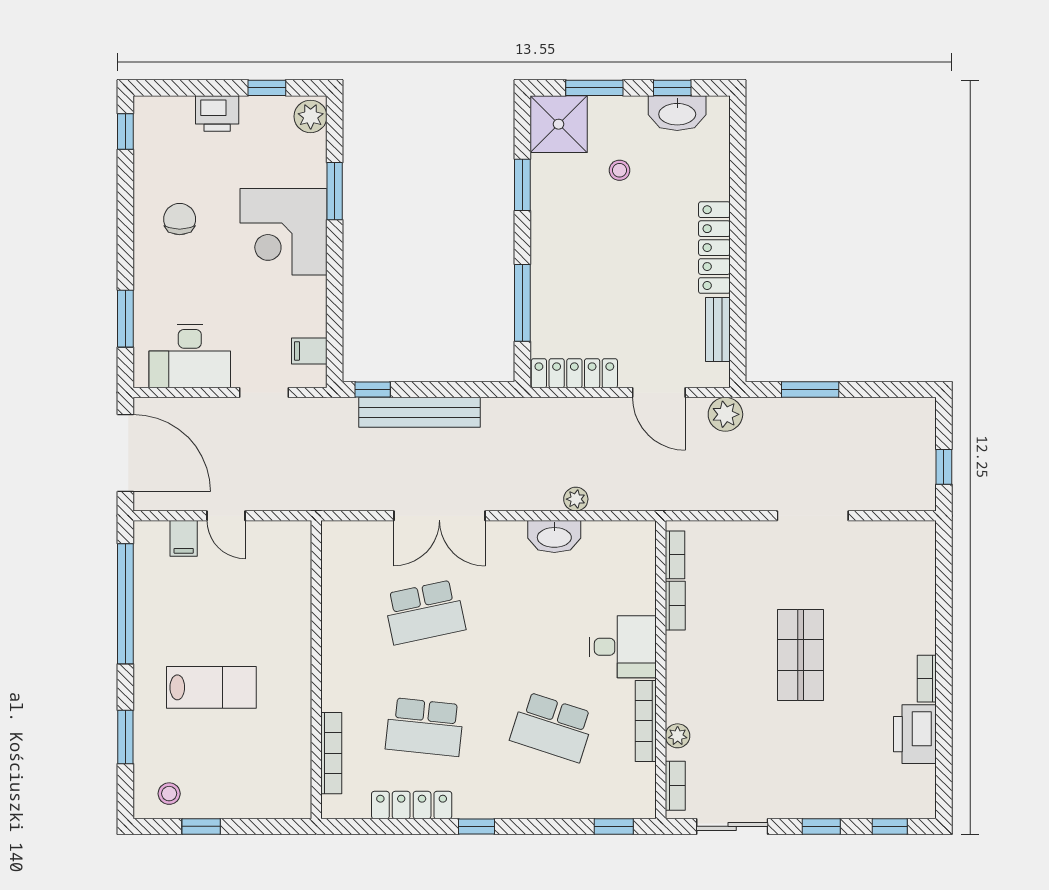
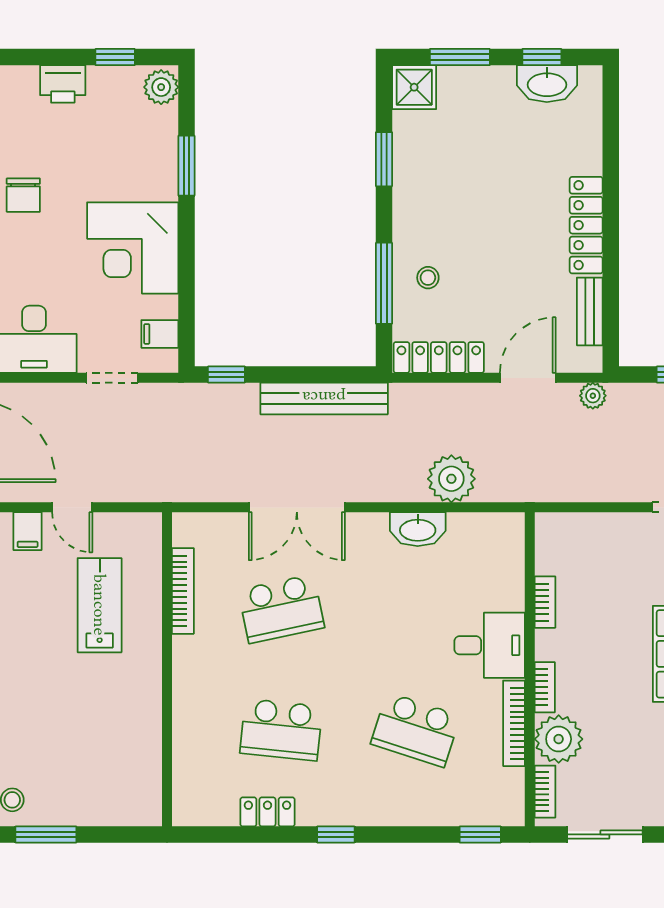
shower: (559, 124) -> (414, 87), width x0.73, depth x0.73
stool: (620, 170) -> (428, 278), moved
chair: (180, 219) -> (23, 195), turned 180
corner desk: (284, 232) -> (133, 248), moved
door: (659, 393) -> (528, 378), swing flipped
bench: (420, 412) -> (324, 398), moved
plant: (725, 414) -> (593, 396), width x0.73, depth x0.73
plant: (576, 499) -> (451, 479), width x1.87, depth x1.87
bookcase: (675, 555) -> (545, 687), moved
lab bench: (211, 687) -> (100, 605), moved, turned -90
plant: (678, 736) -> (559, 739), width x1.87, depth x1.87
bookcase: (331, 753) -> (183, 591), moved
locker: (412, 805) -> (267, 812), width x0.66
window: (201, 826) -> (46, 834), width x1.50

